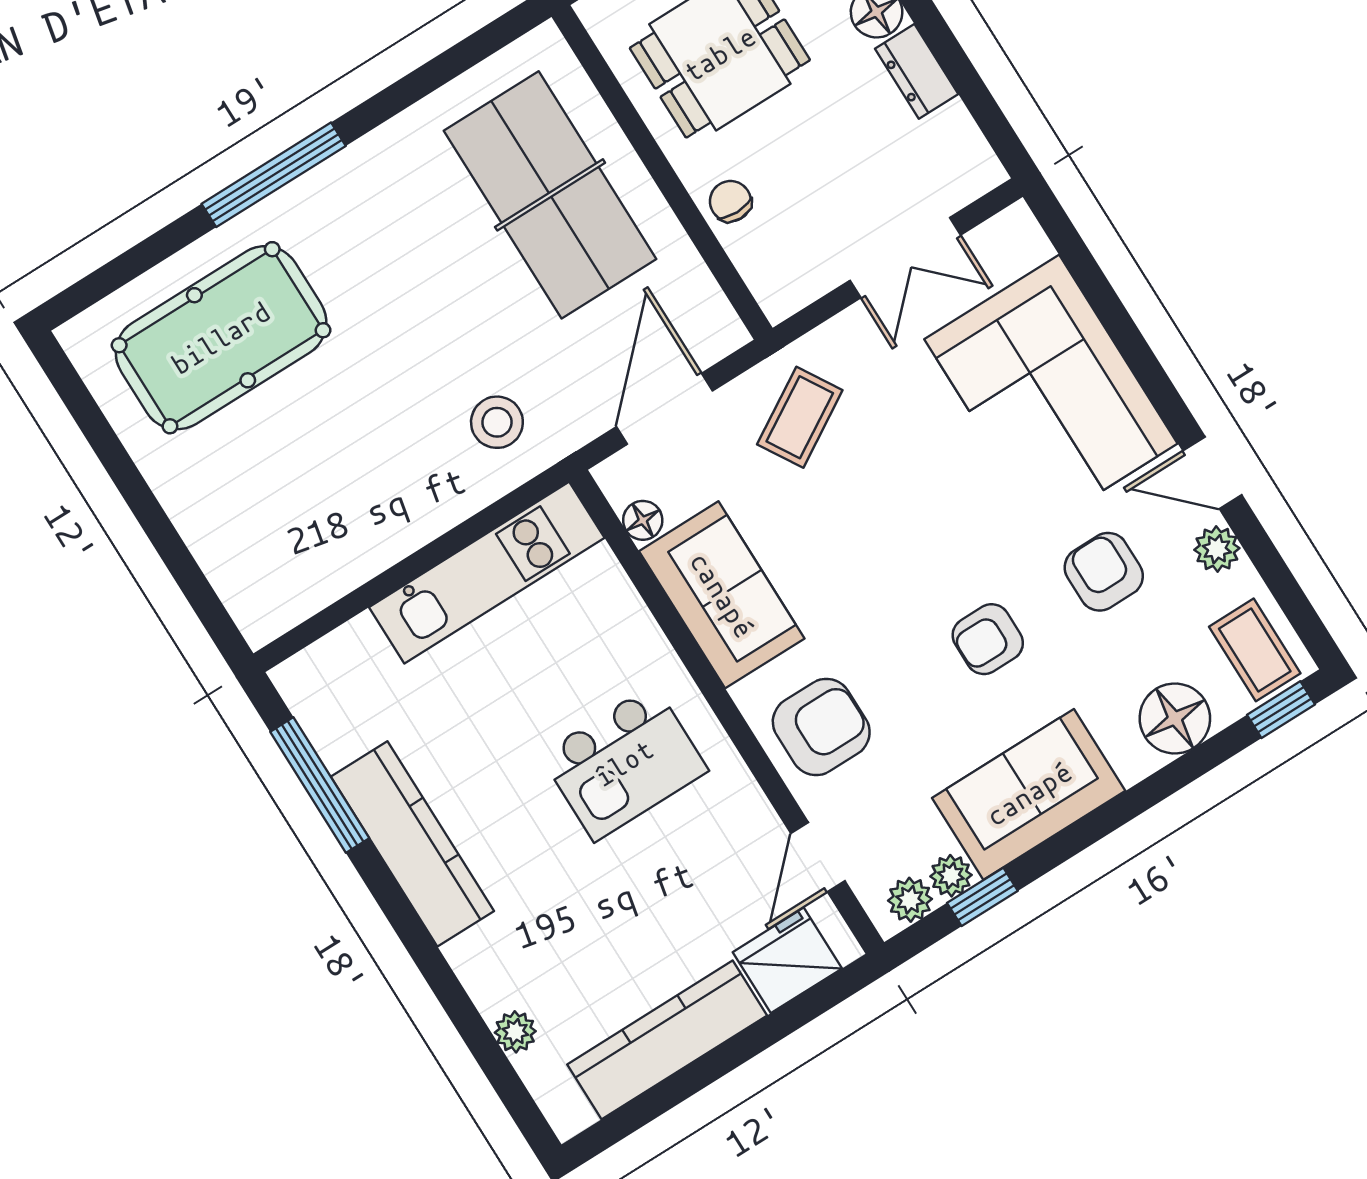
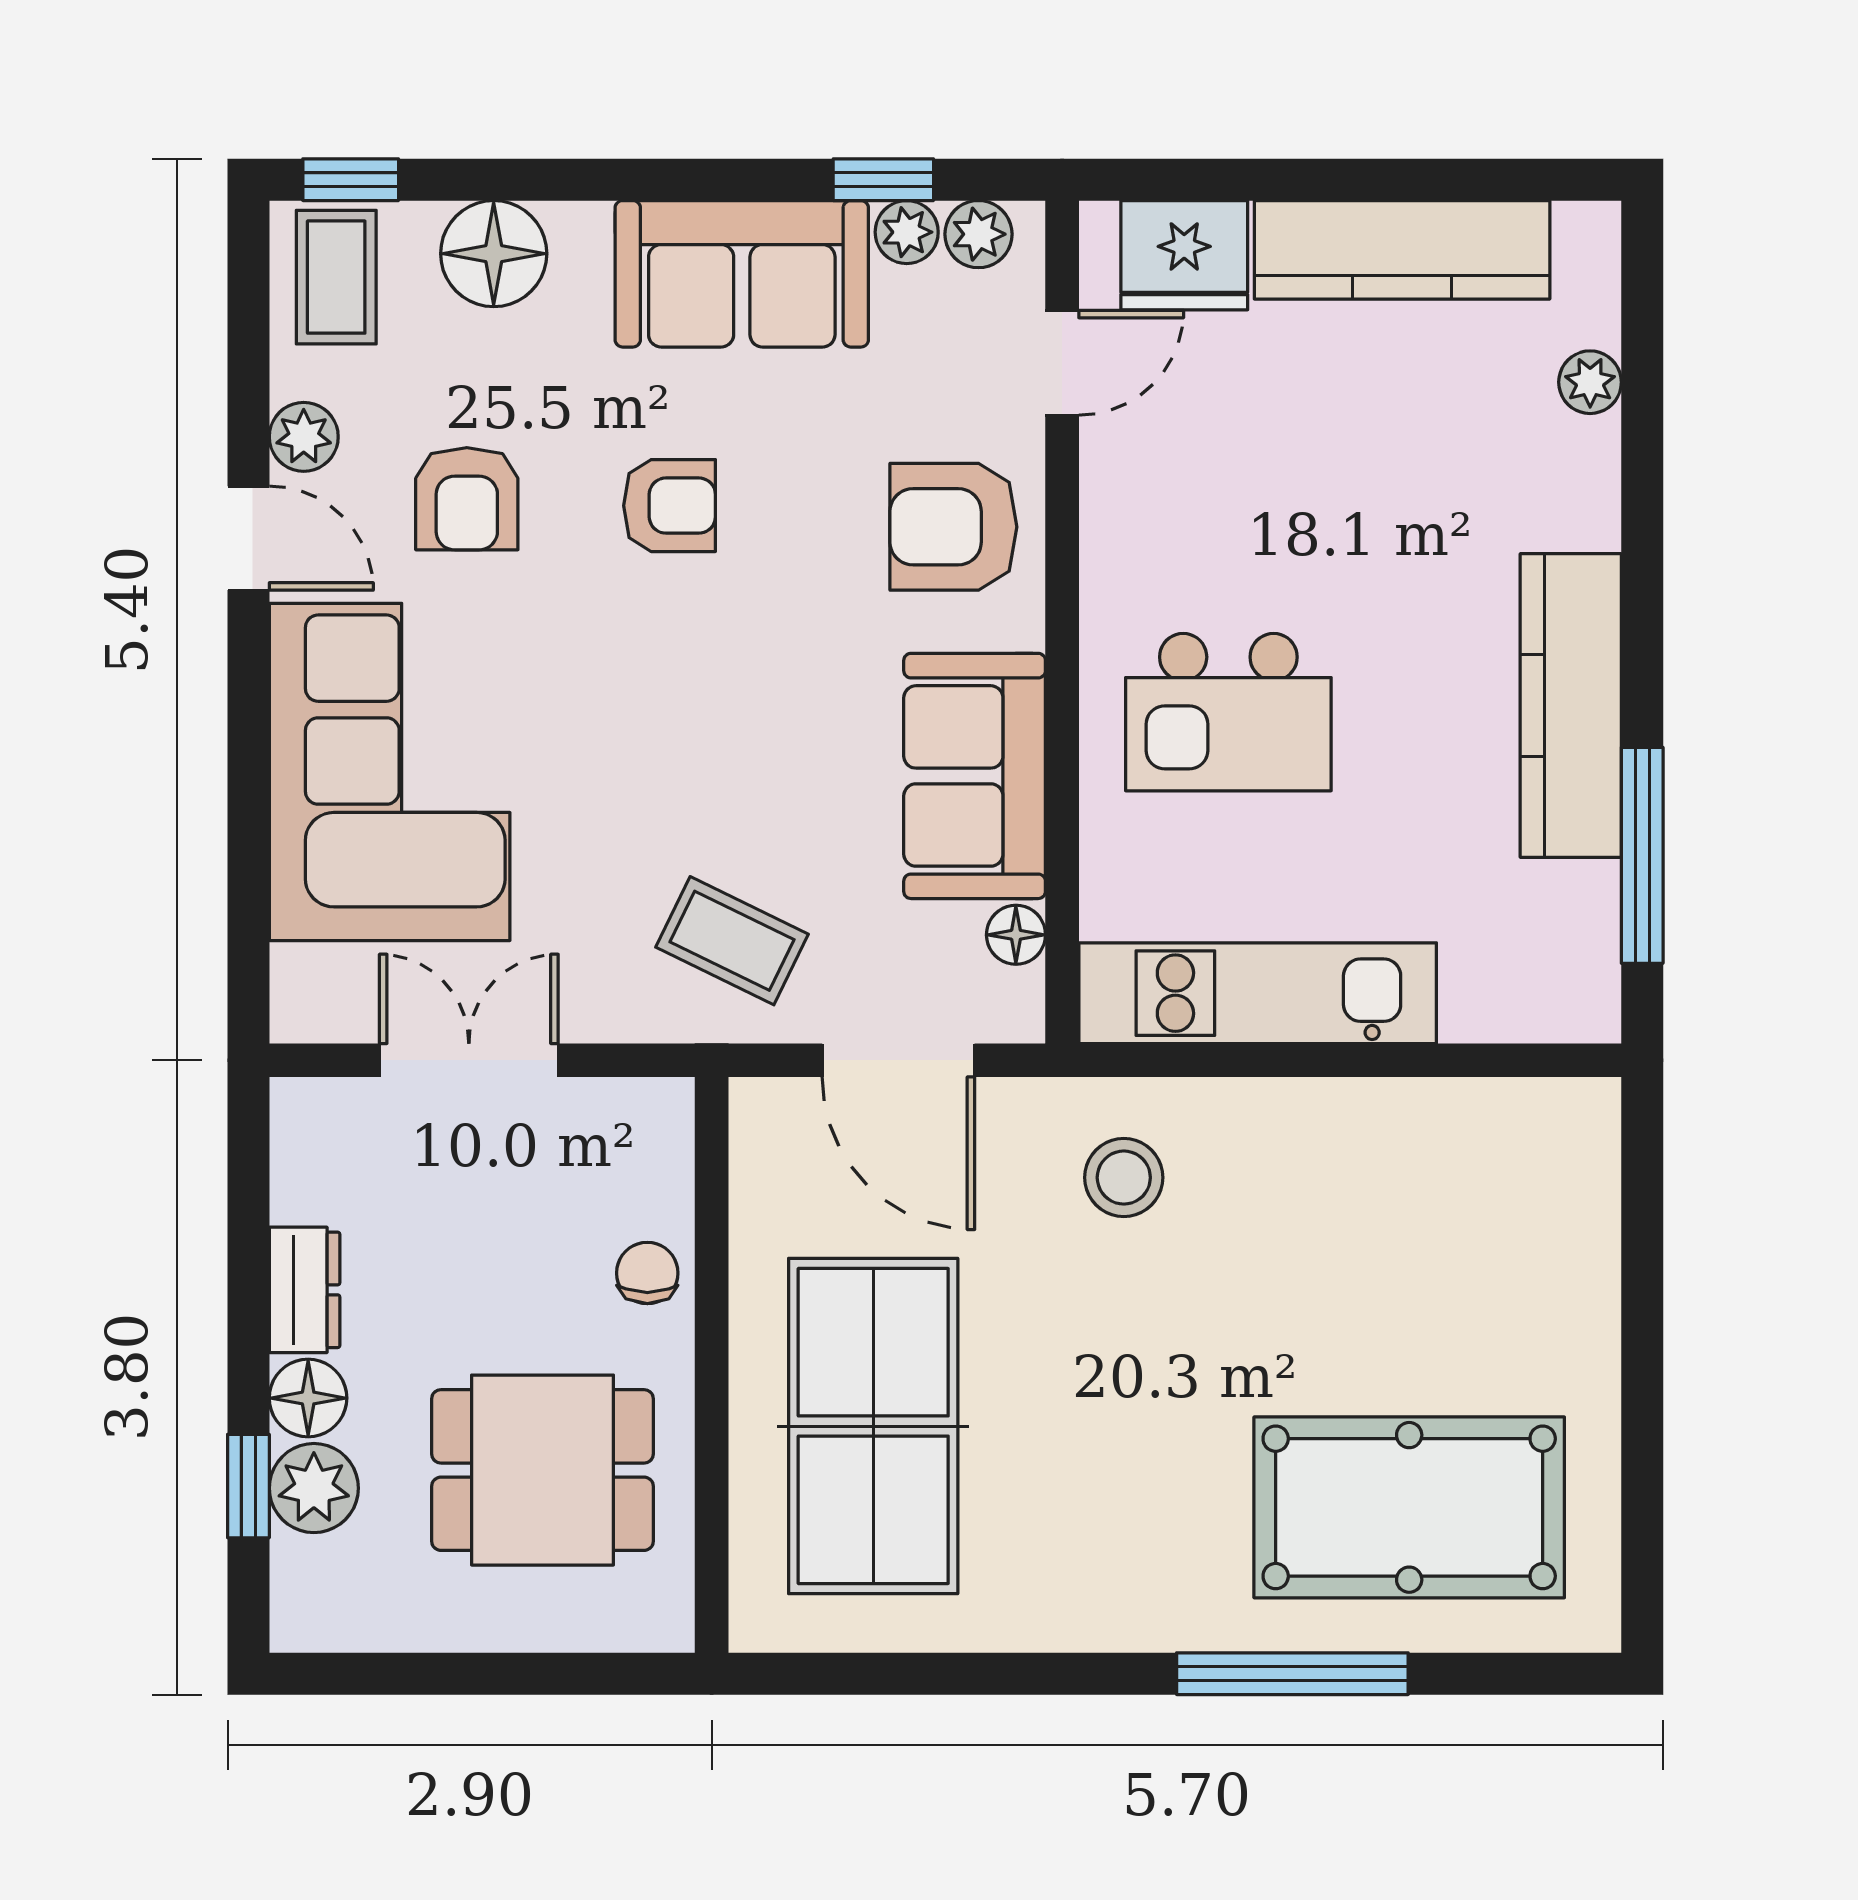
window: (274, 175) -> (1292, 1674), moved
chair: (730, 201) -> (647, 1273), turned 180
door: (664, 409) -> (898, 1060), hinge flipped
coffee table: (800, 417) -> (732, 941), turned 57
kitchen island: (624, 763) -> (1228, 712), moved, turned 180

